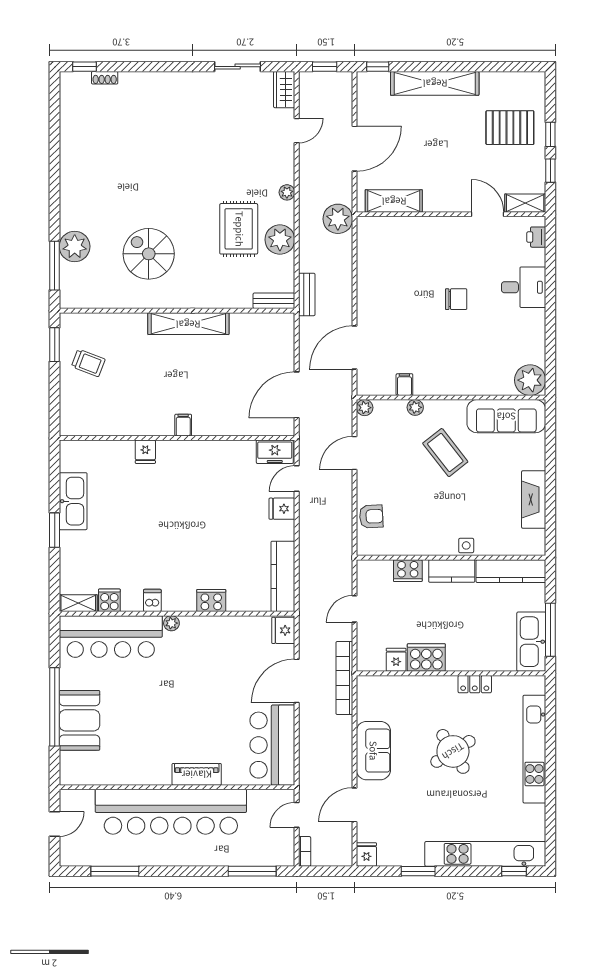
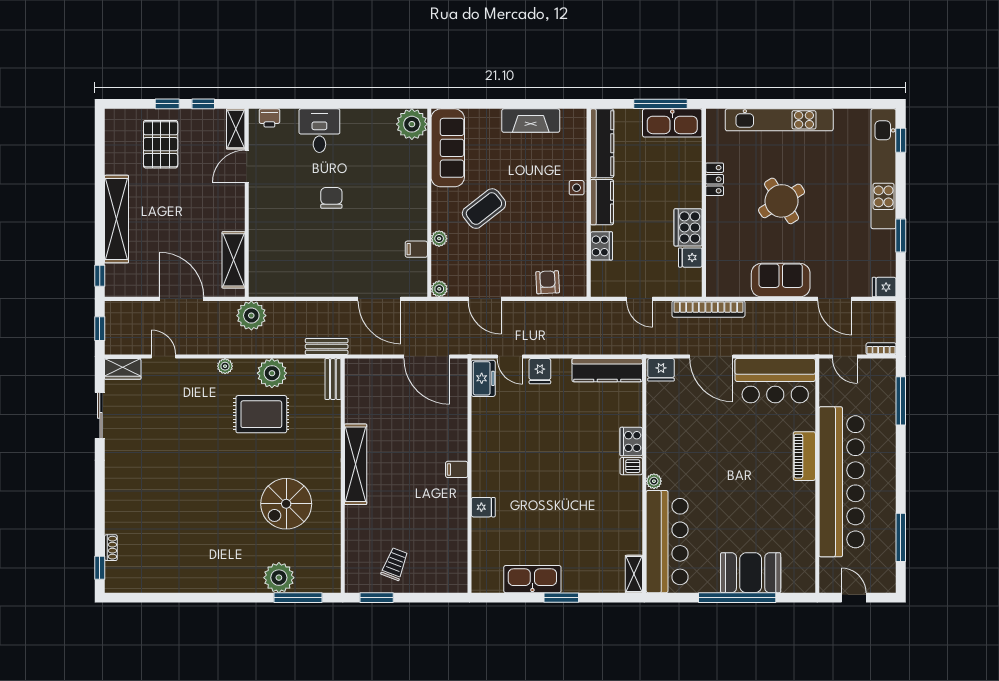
cooker: (109, 600) -> (631, 543), removed
dishwasher: (152, 600) -> (631, 466), moved

